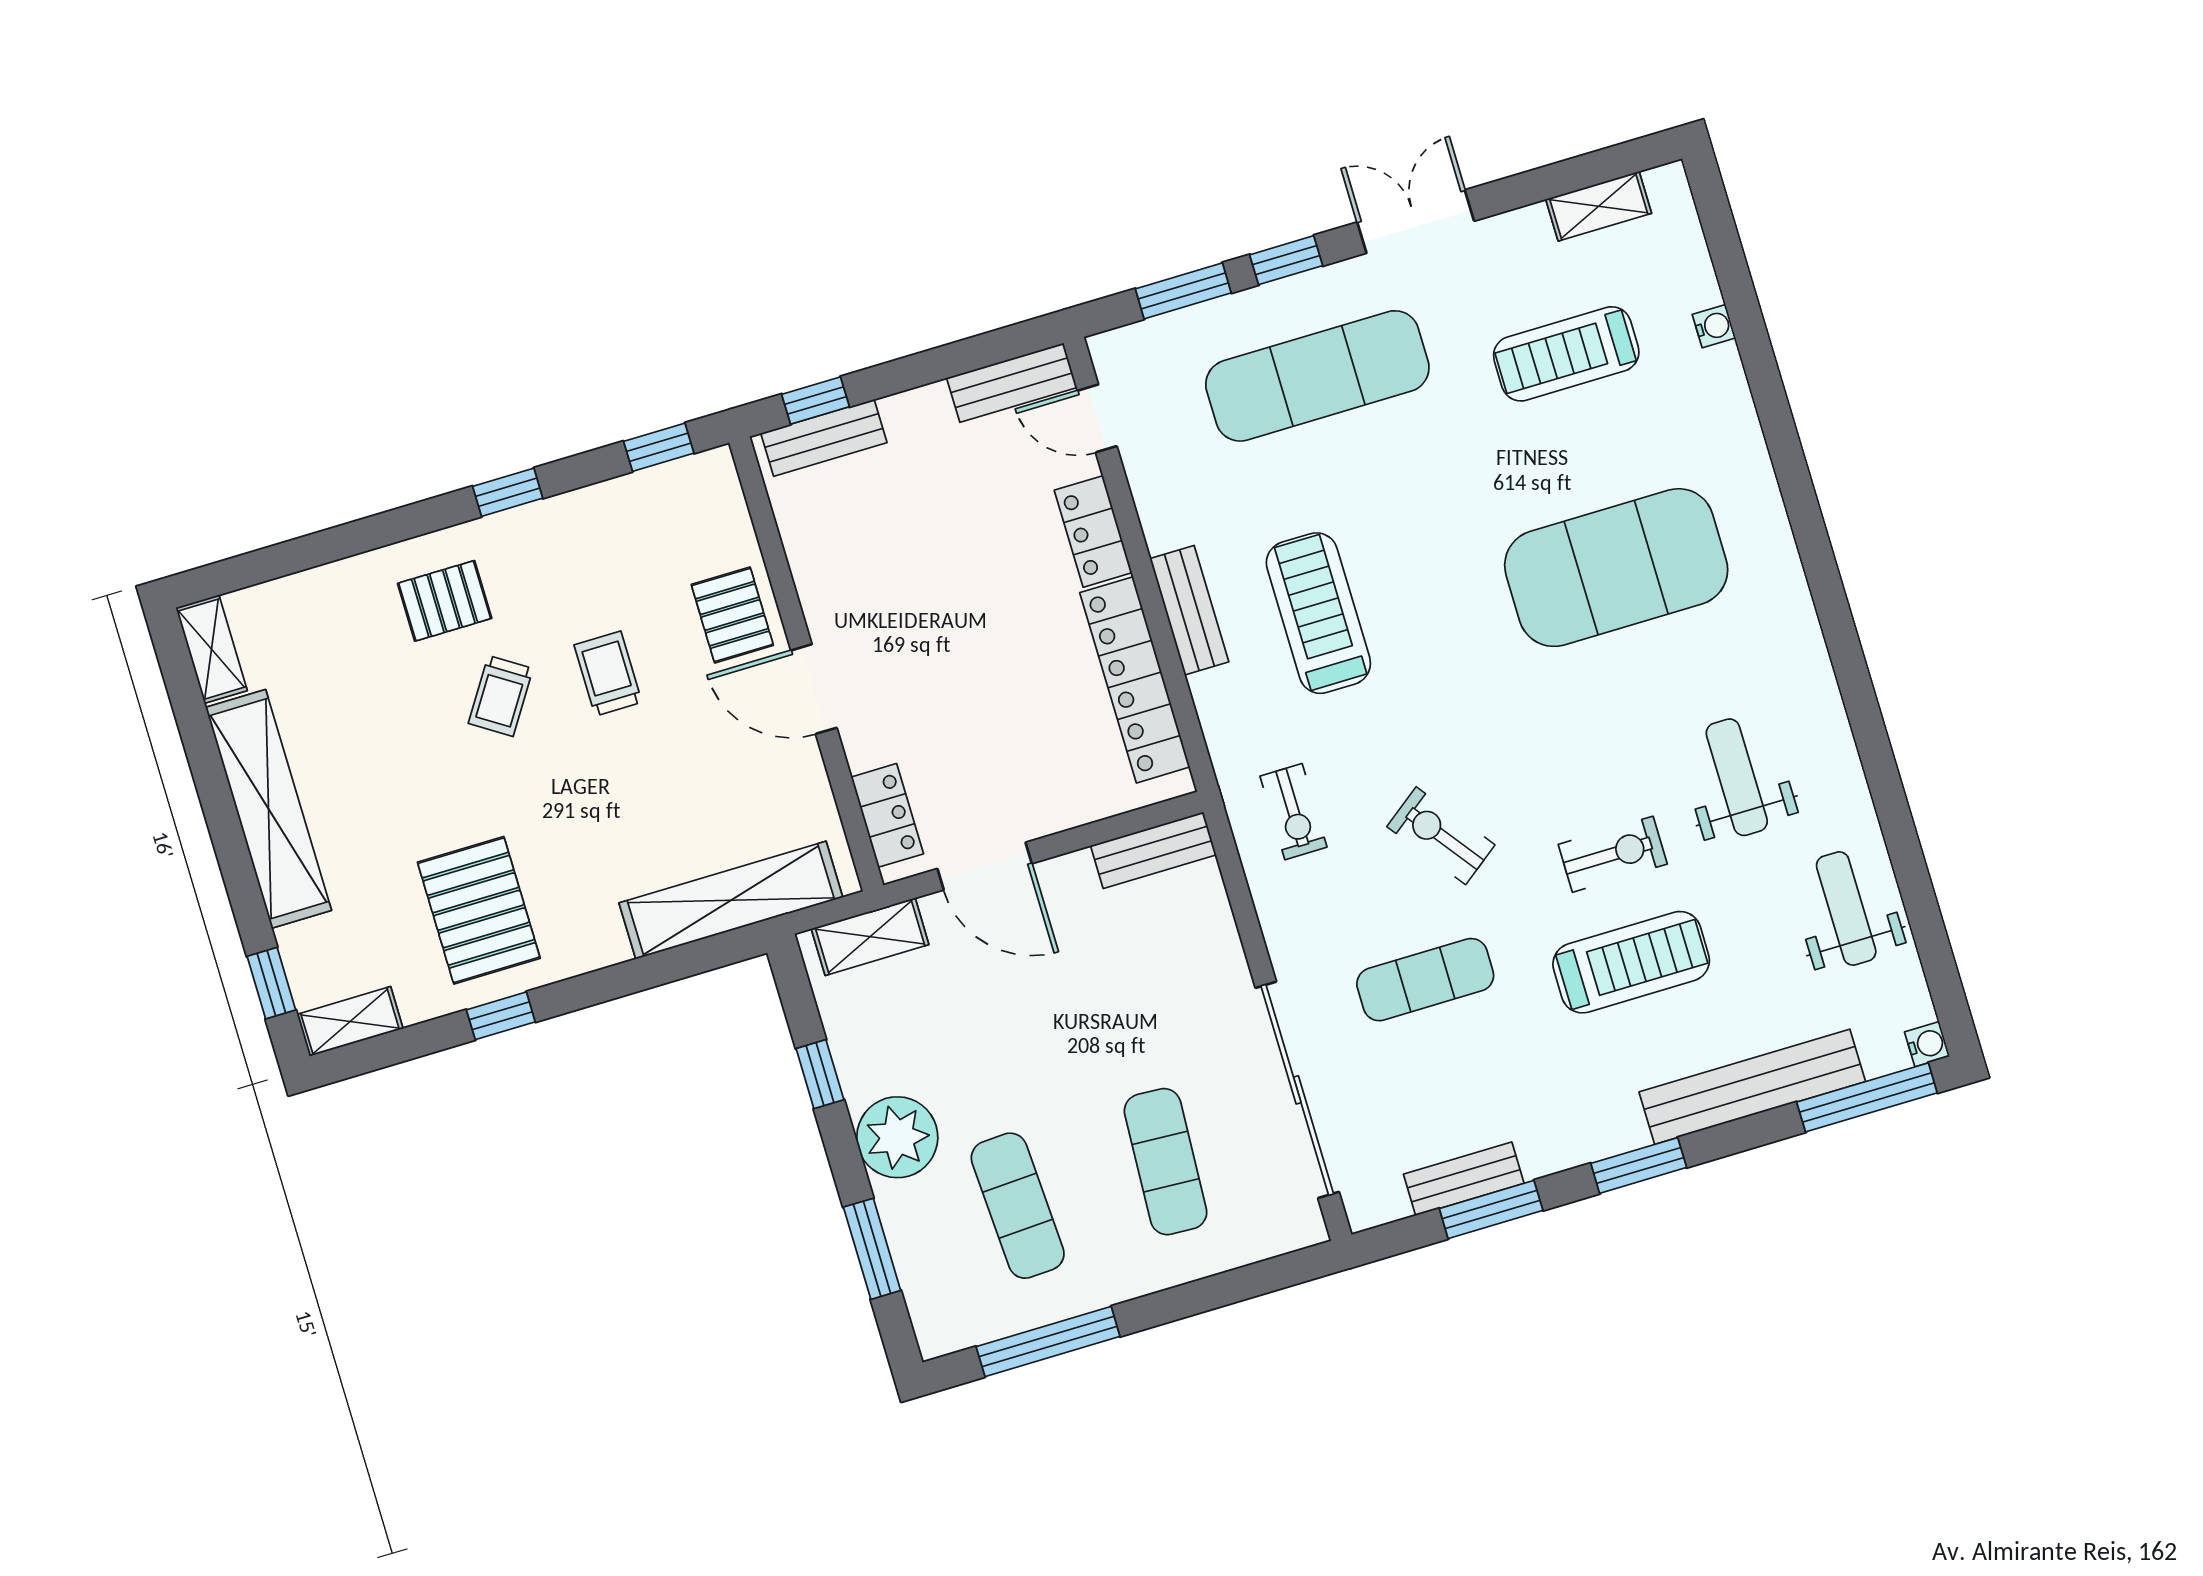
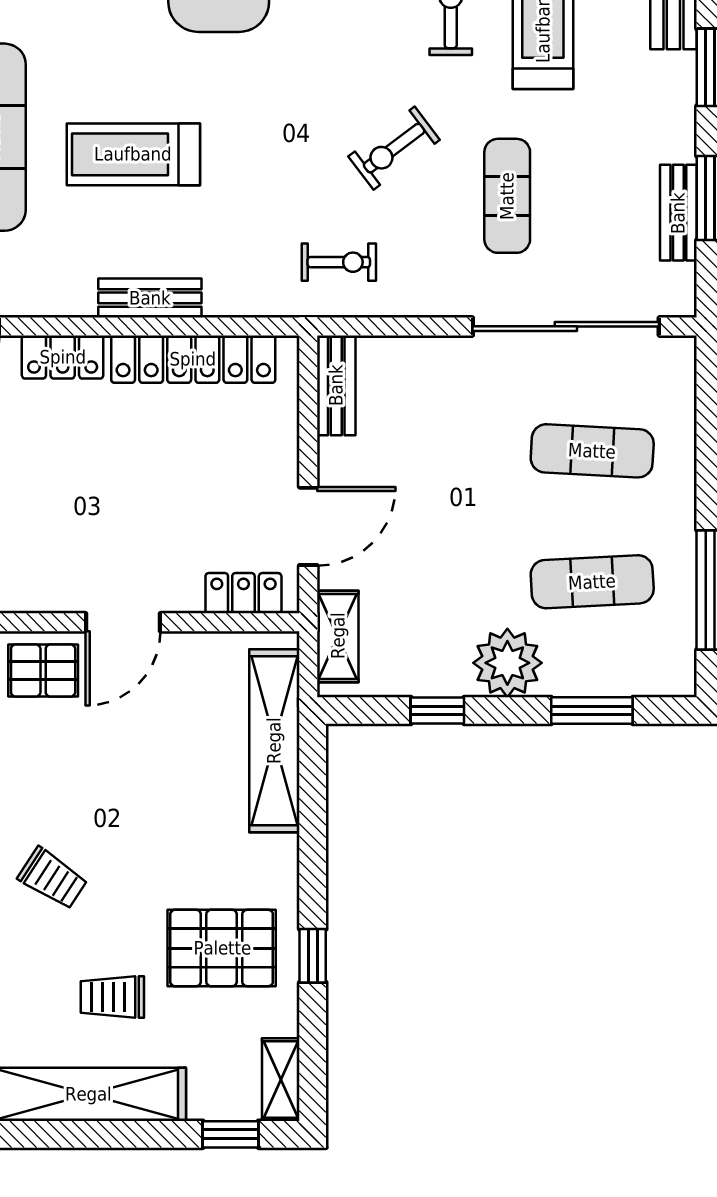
treadmill: (1318, 613) -> (133, 154), moved
trolley: (608, 674) -> (112, 997), moved

